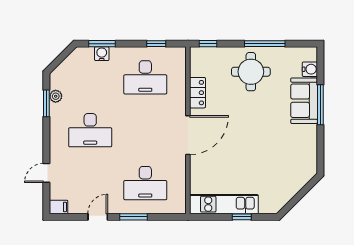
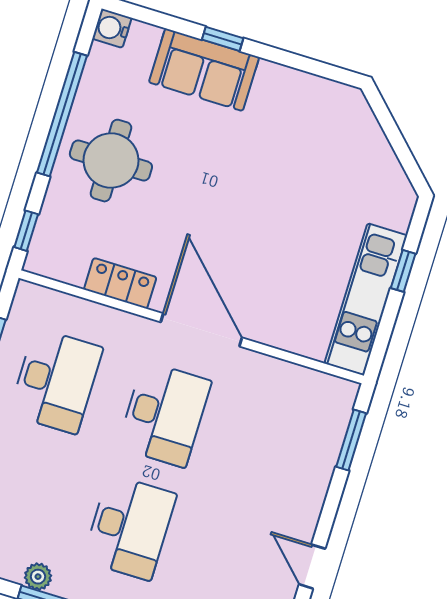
window: (265, 44) -> (62, 114), width x1.46
water cooler: (310, 69) -> (112, 28), moved, turned -90
window: (320, 105) -> (223, 39), width x0.46
desk: (145, 183) -> (164, 414), moved
window: (133, 217) -> (351, 440), moved

